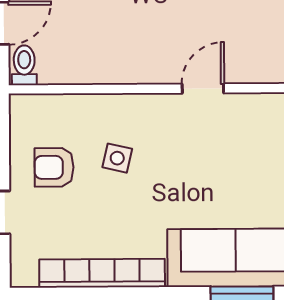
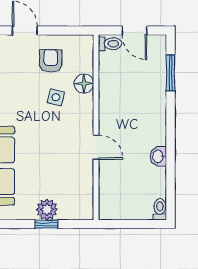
floor lamp: (93, 110) -> (84, 84), added

